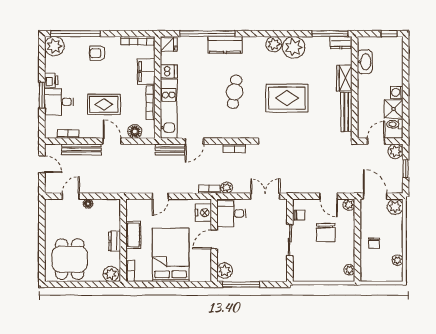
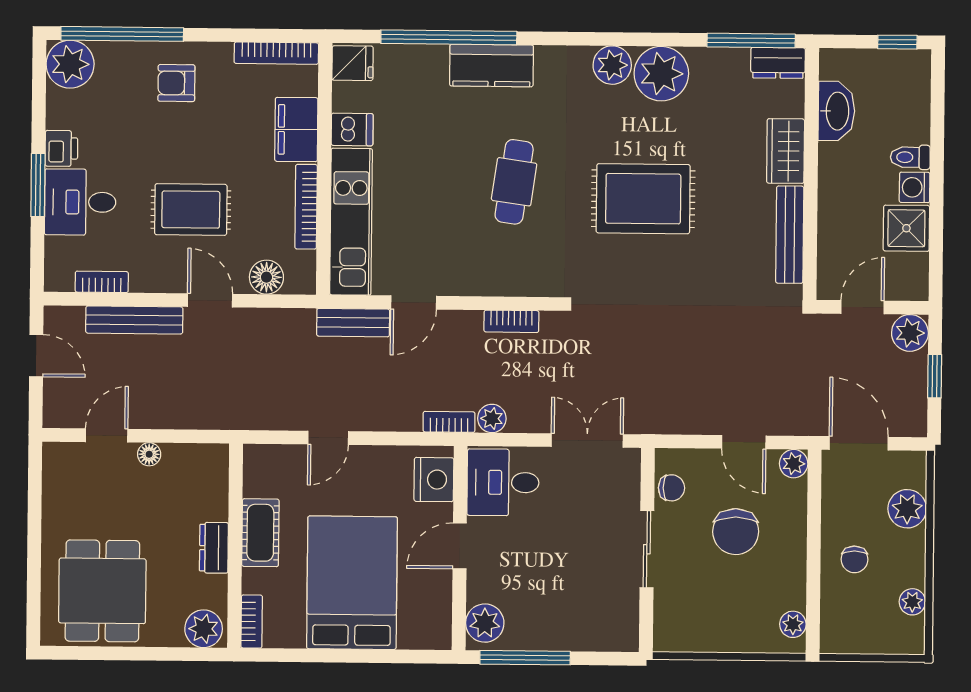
toilet: (395, 124) -> (910, 157), moved
plant: (395, 207) -> (907, 509), moved

